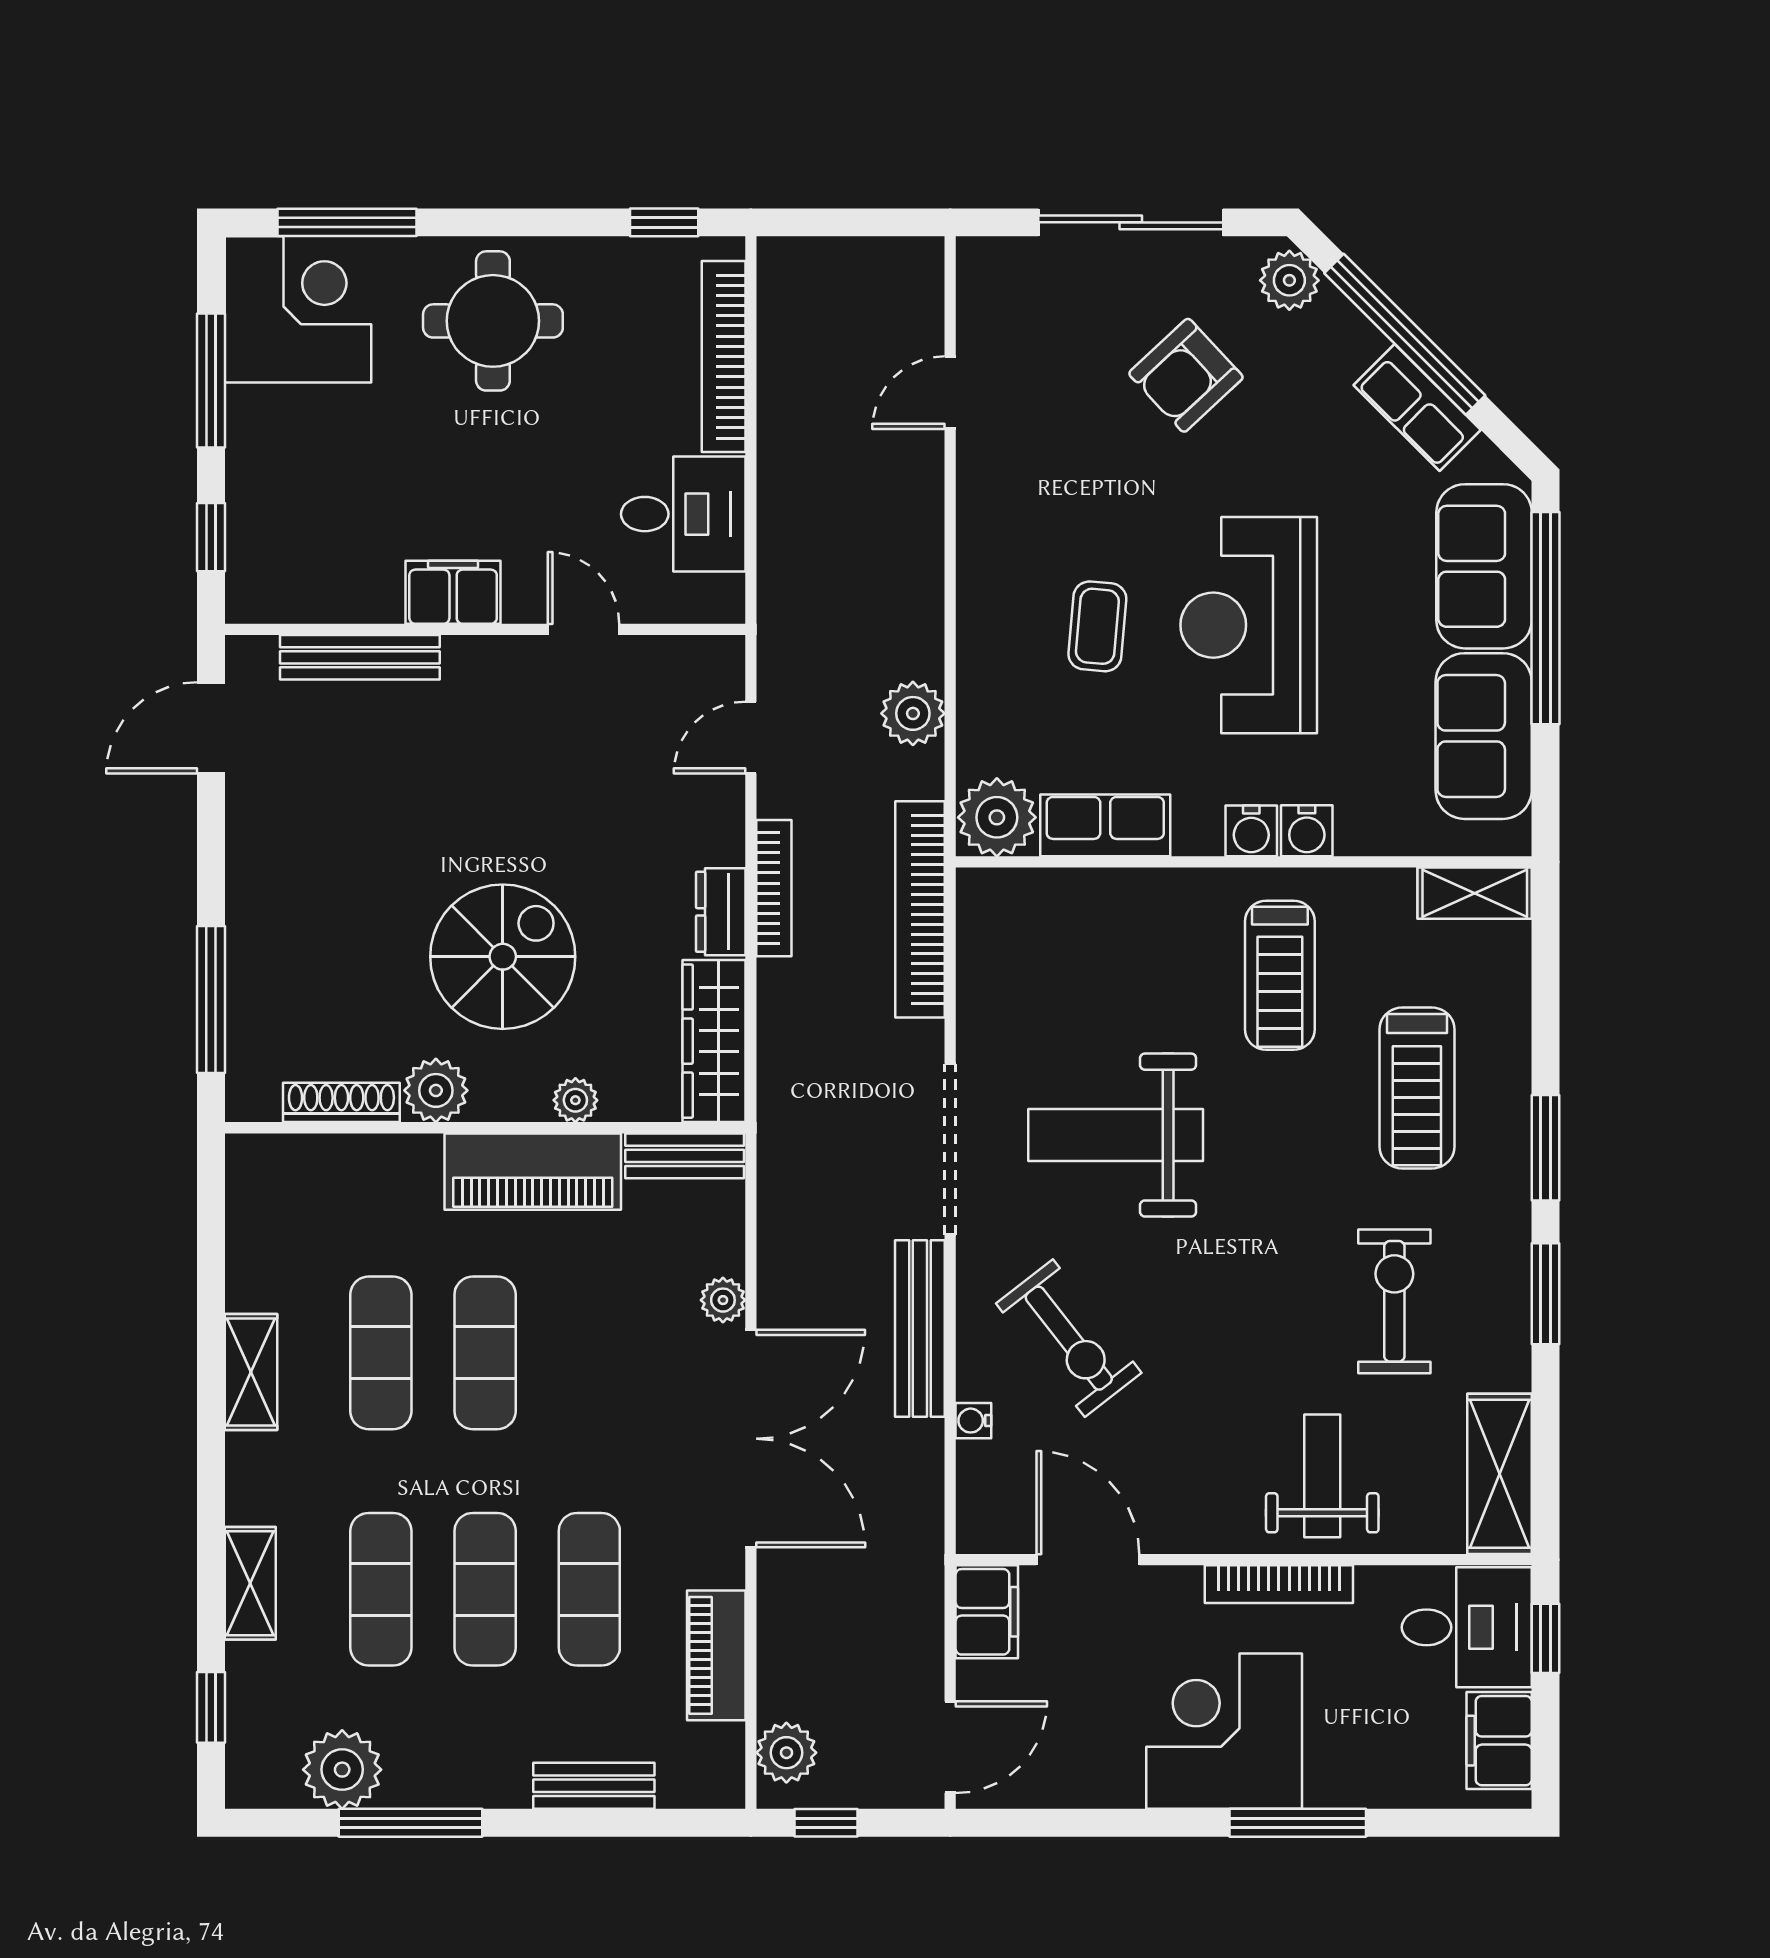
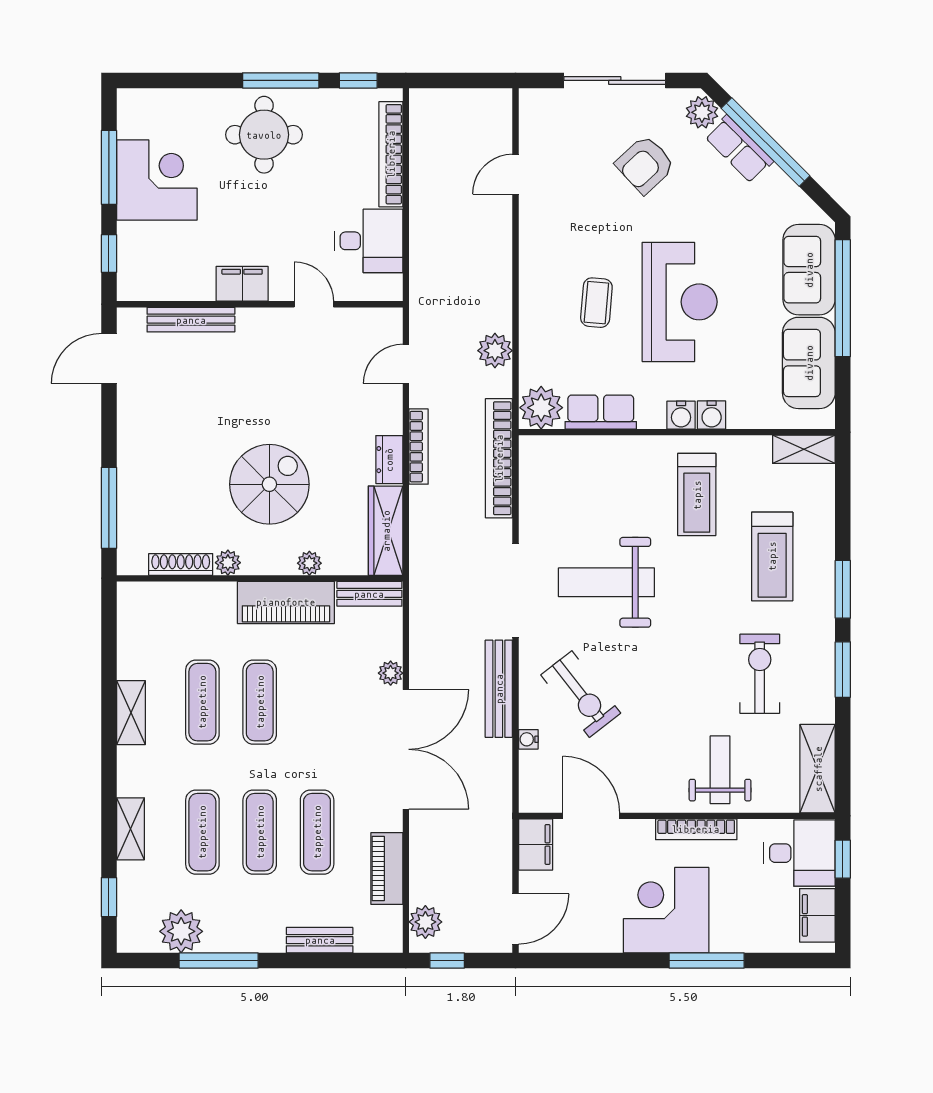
window: (347, 222) -> (281, 80), moved
corner desk: (298, 309) -> (157, 180), moved
row of seats: (1417, 407) -> (739, 149), moved
reception desk: (1249, 625) -> (680, 302), turned 180
plant: (436, 1090) -> (228, 563), width x0.73, depth x0.73

